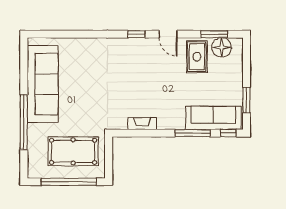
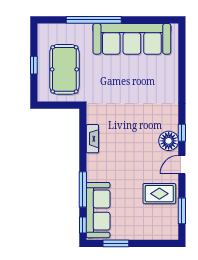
floor lamp: (222, 47) -> (169, 141), moved
window: (69, 182) -> (34, 65), width x0.32

